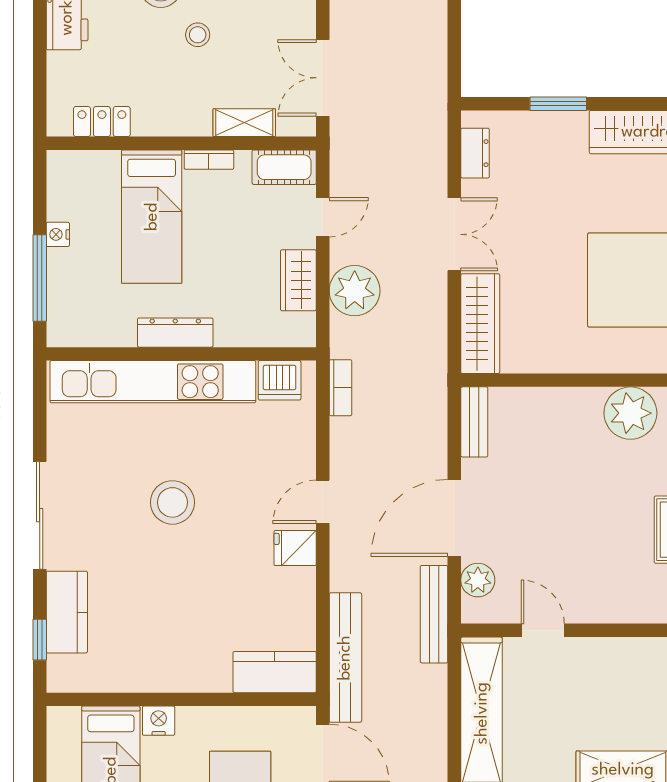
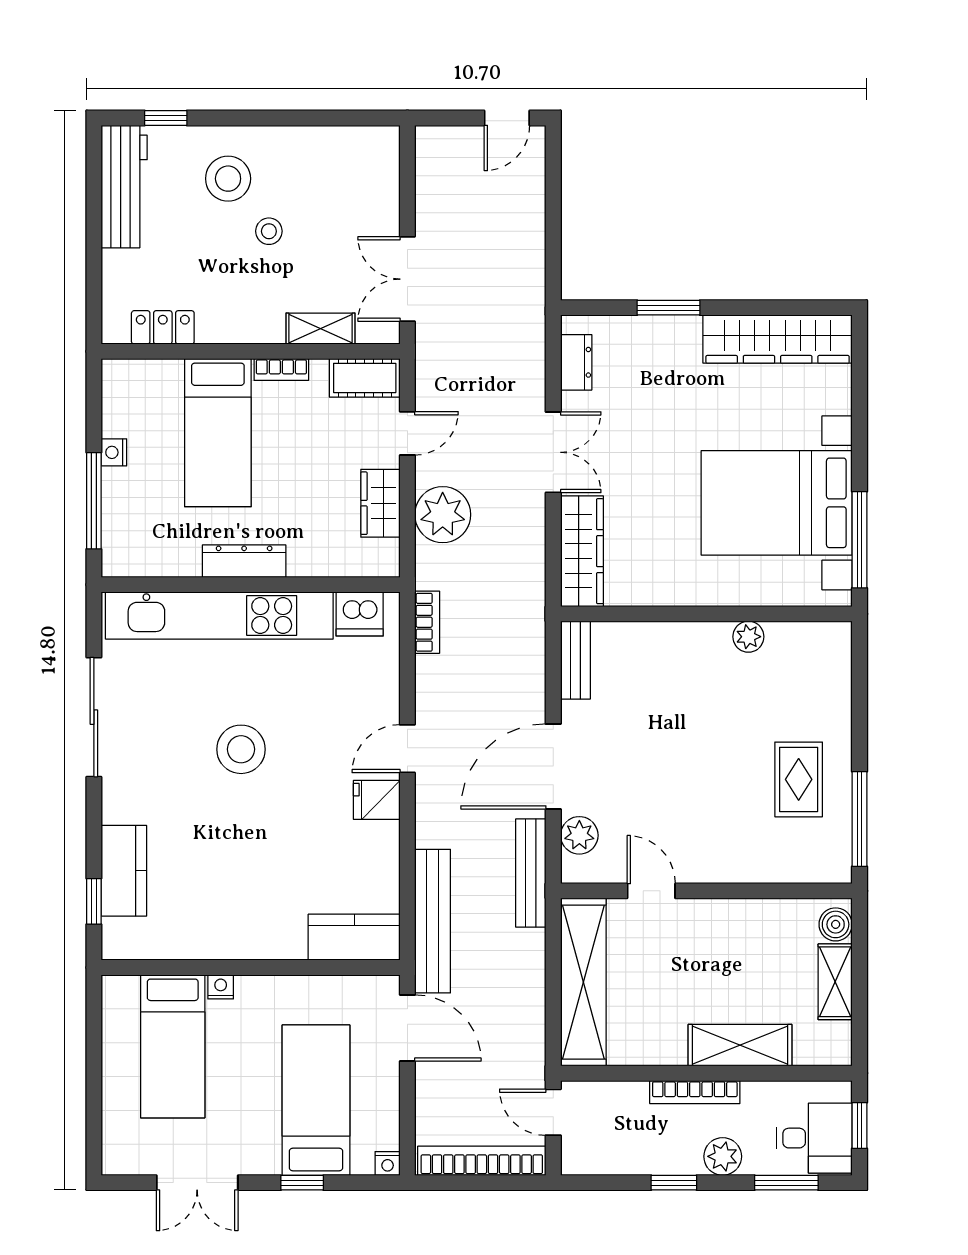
plant: (630, 413) -> (748, 637), width x0.53, depth x0.53
sliding door: (40, 515) -> (94, 717), moved
nightstand: (159, 721) -> (221, 987), width x0.72, depth x0.74

